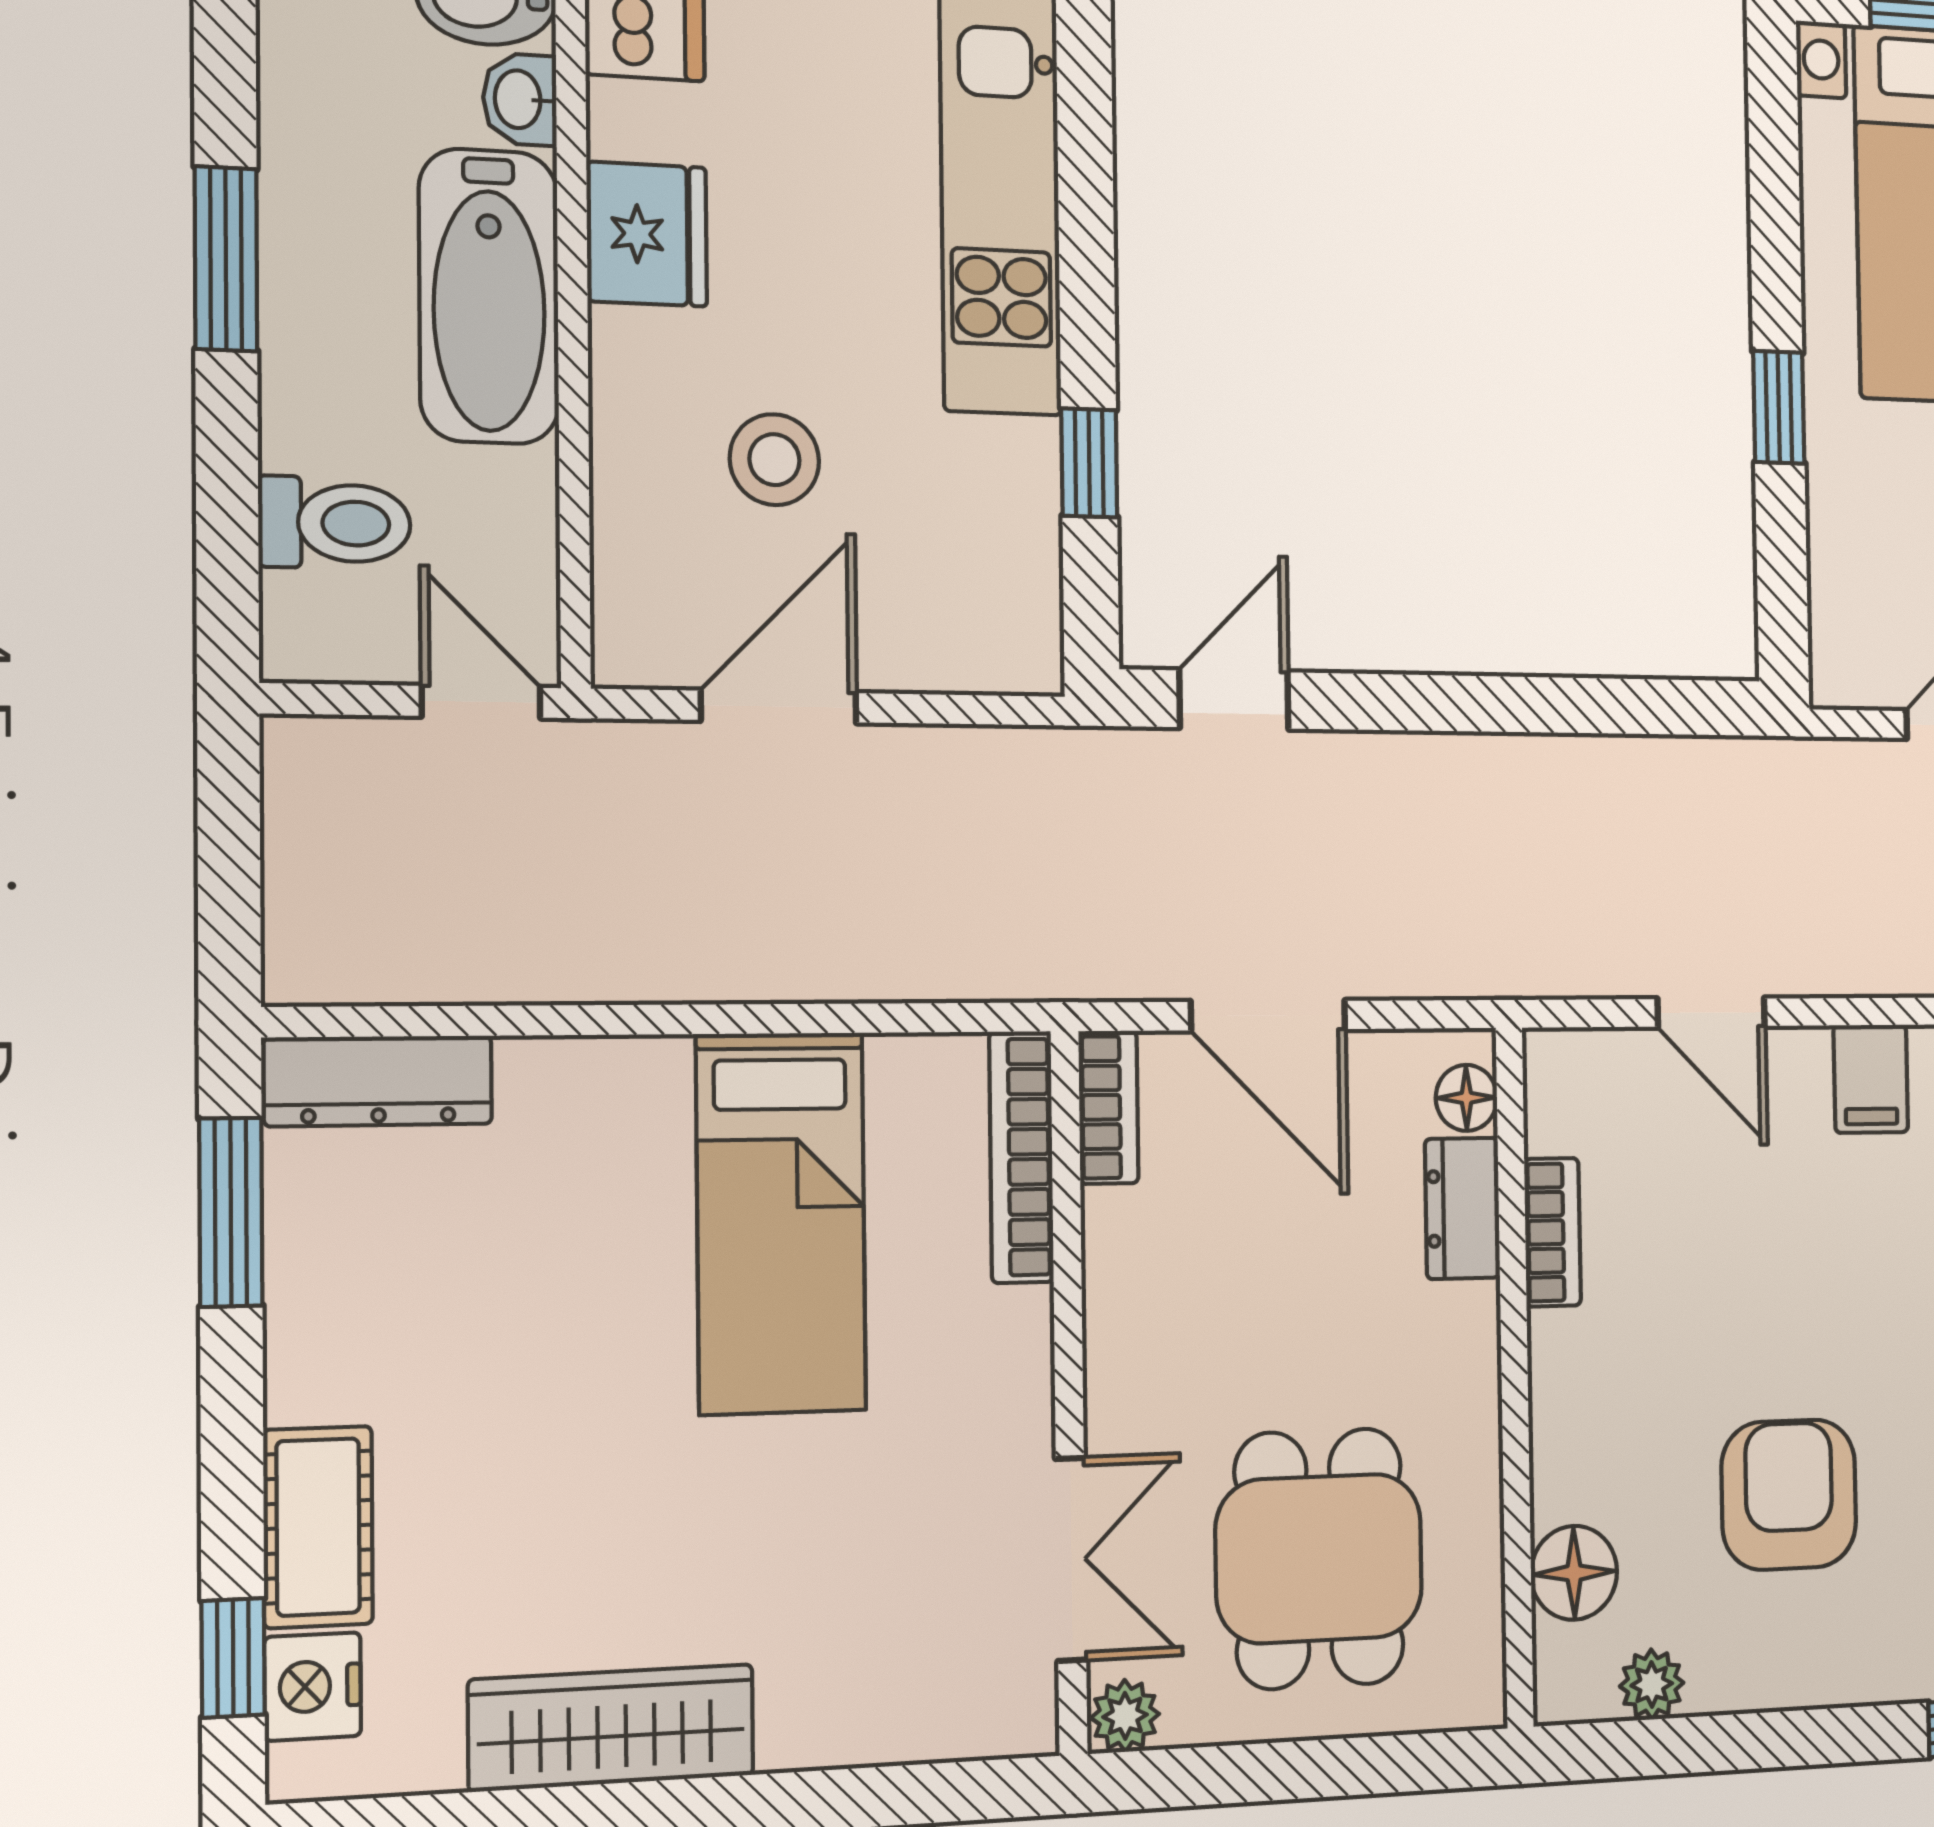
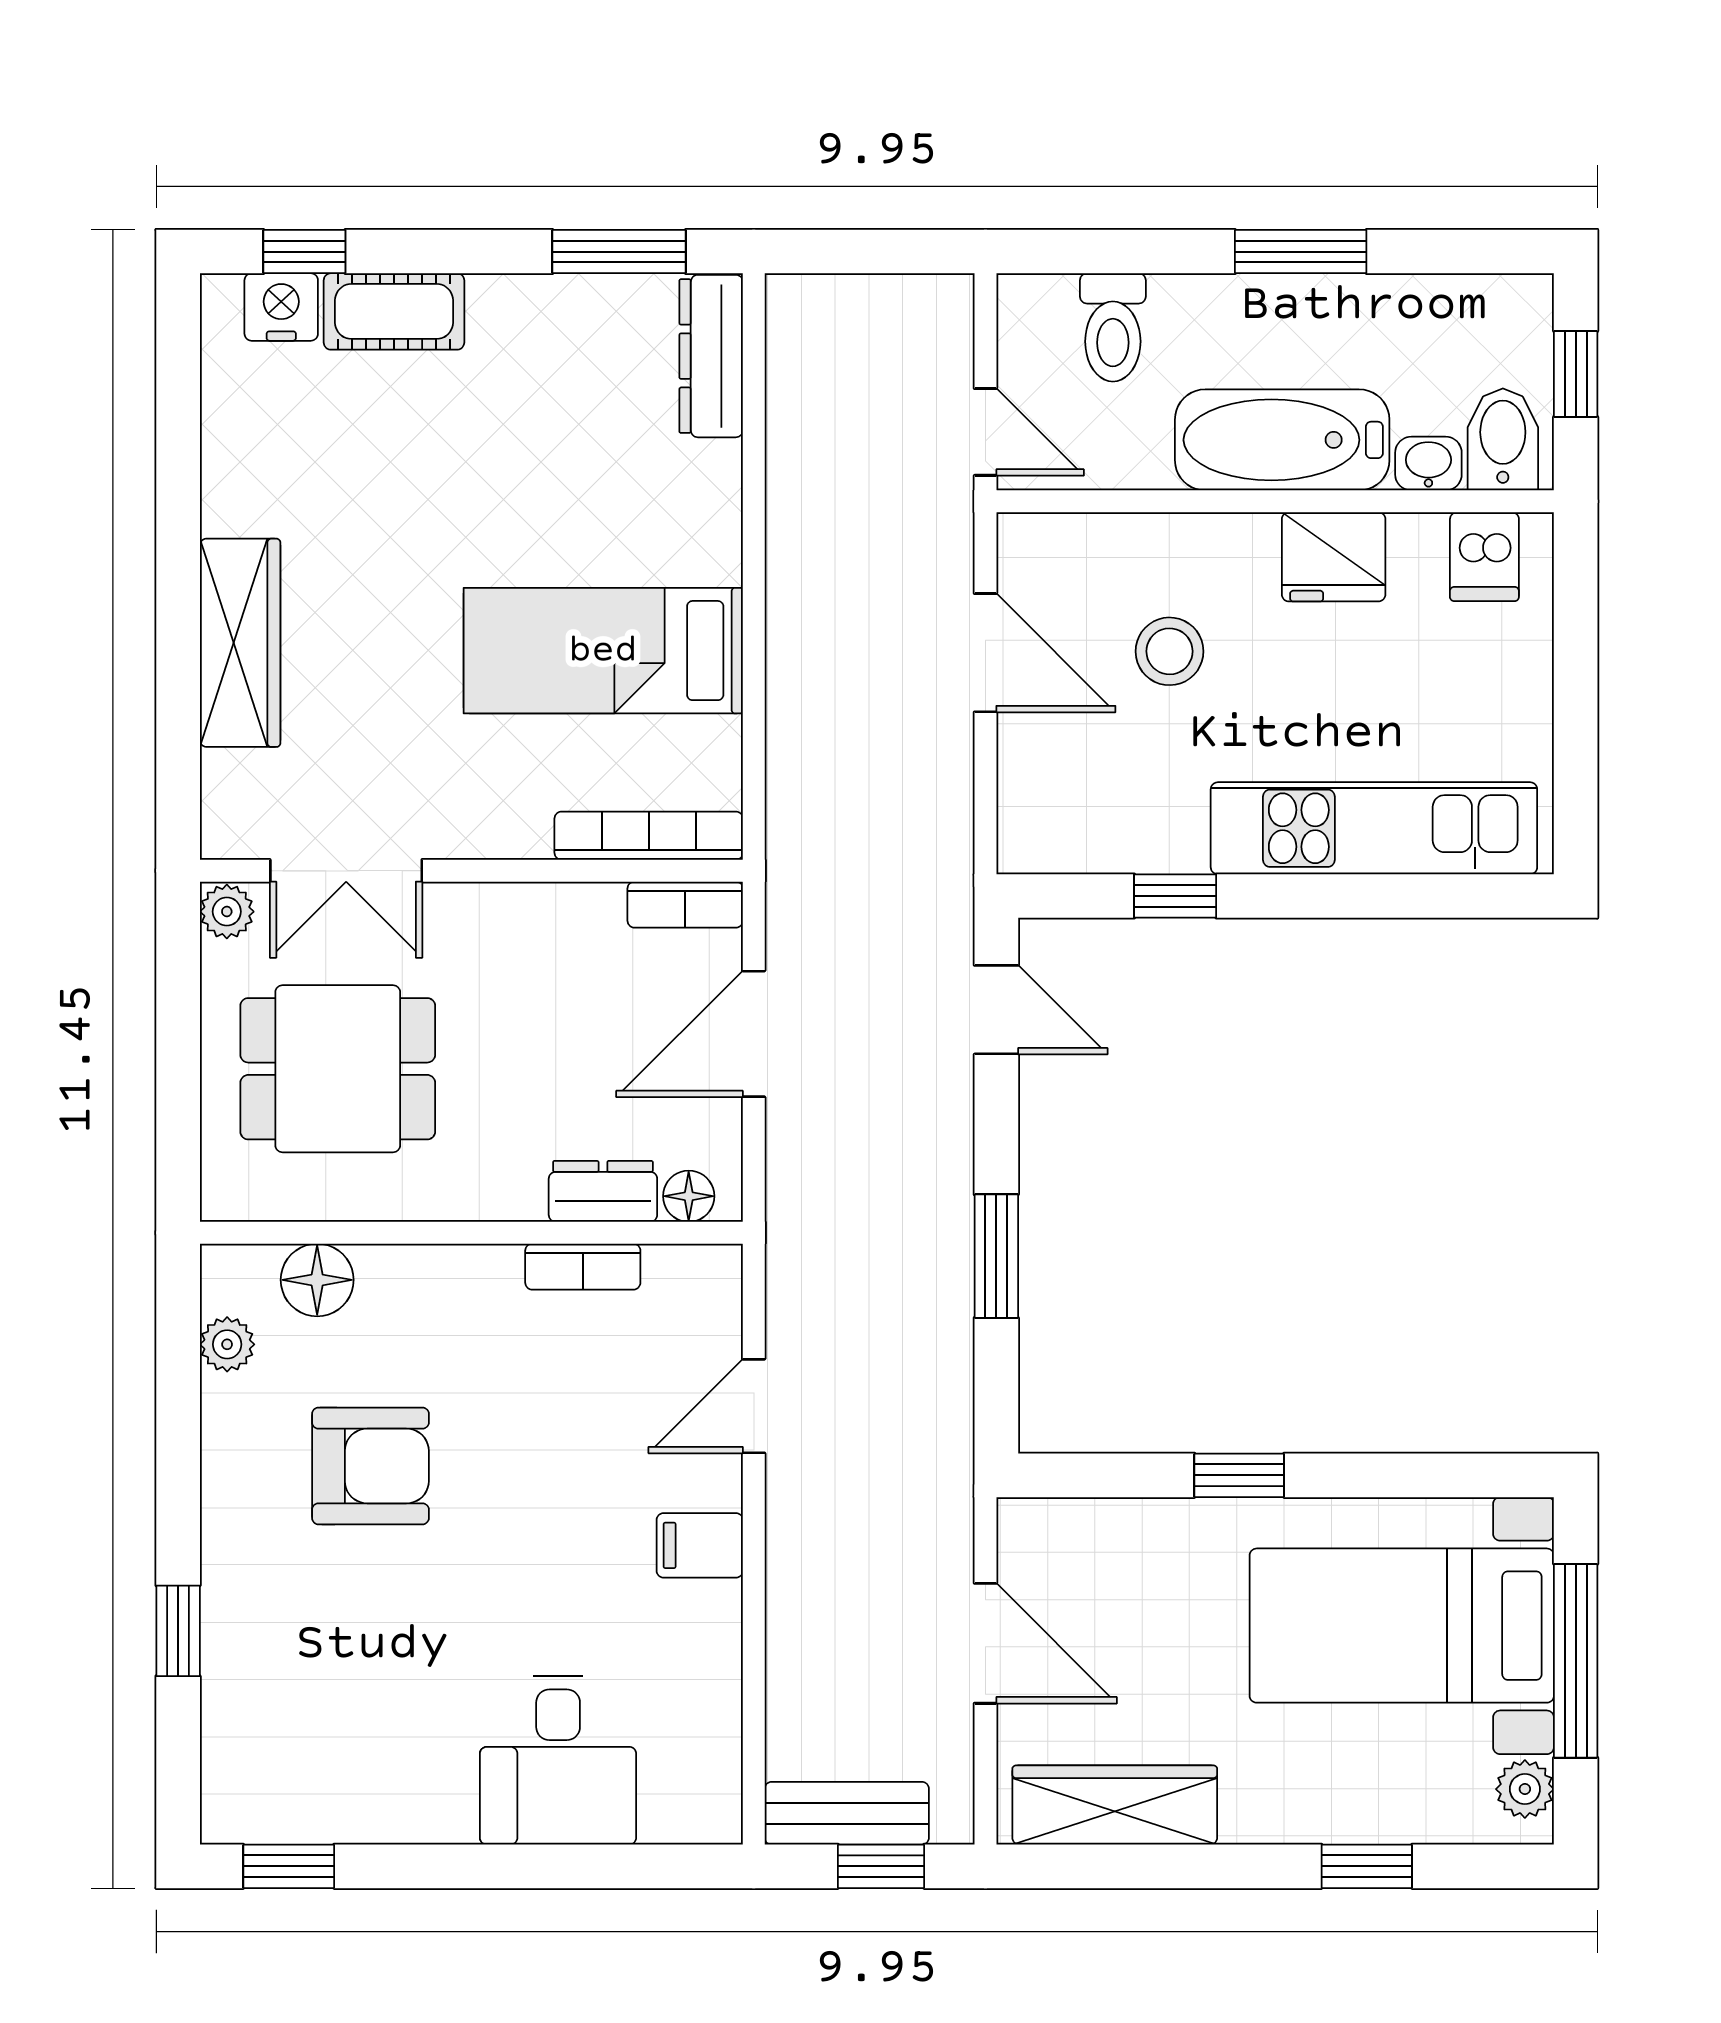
door: (481, 702) -> (985, 432), hinge flipped
window: (1531, 705) -> (996, 1256), added
wardrobe: (612, 1728) -> (240, 643), moved

